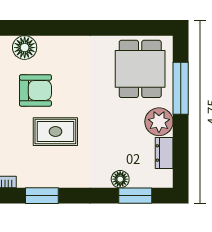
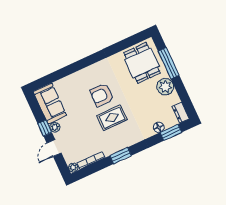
floor lamp: (25, 48) -> (75, 80), removed
armchair: (35, 90) -> (102, 95), moved, turned 180
dresser: (164, 153) -> (181, 113), moved

